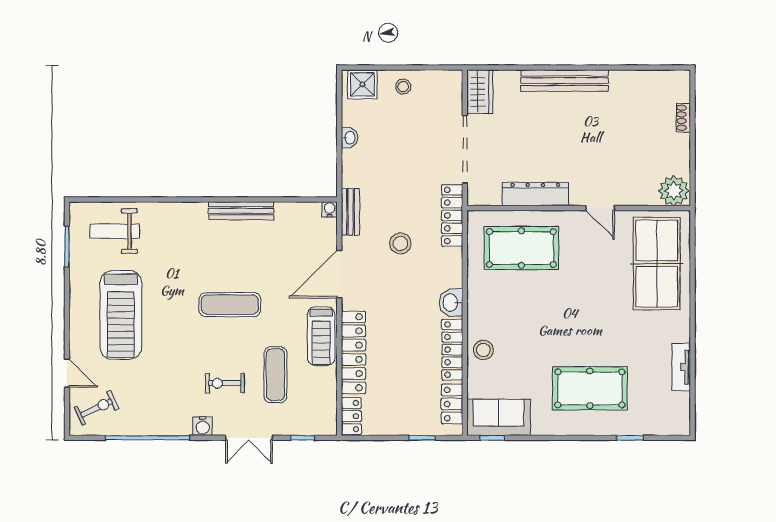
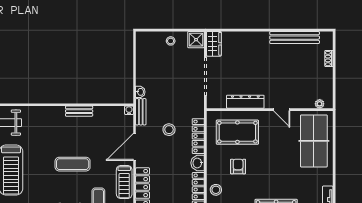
bench: (565, 81) -> (295, 38), moved
shower: (362, 84) -> (196, 40), moved
washbasin: (350, 138) -> (140, 92), moved
plant: (674, 191) -> (320, 104), width x0.53, depth x0.53
bench: (241, 211) -> (79, 111), width x0.73
locker: (452, 215) -> (198, 136), moved
armchair: (523, 309) -> (238, 166), added

